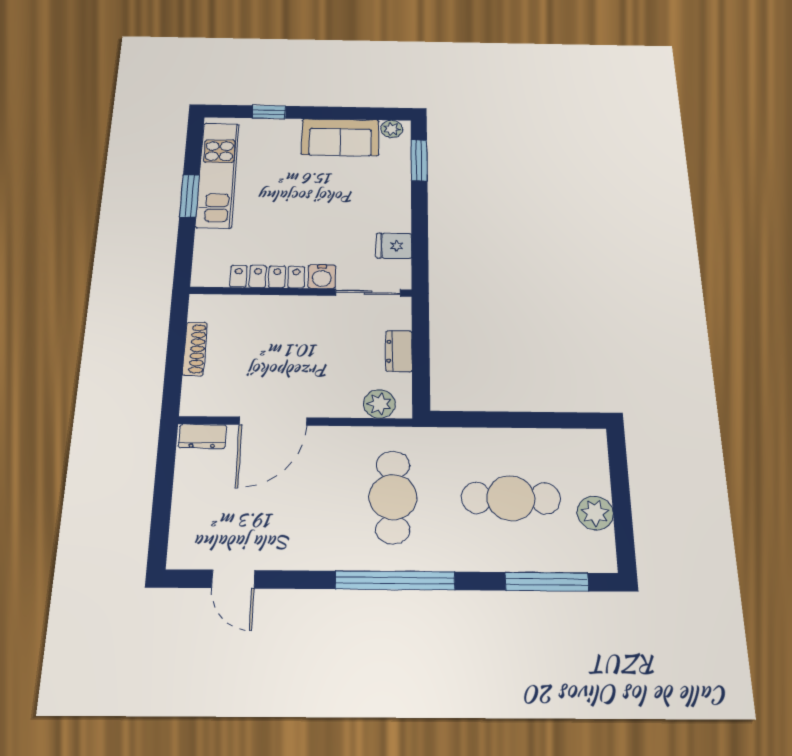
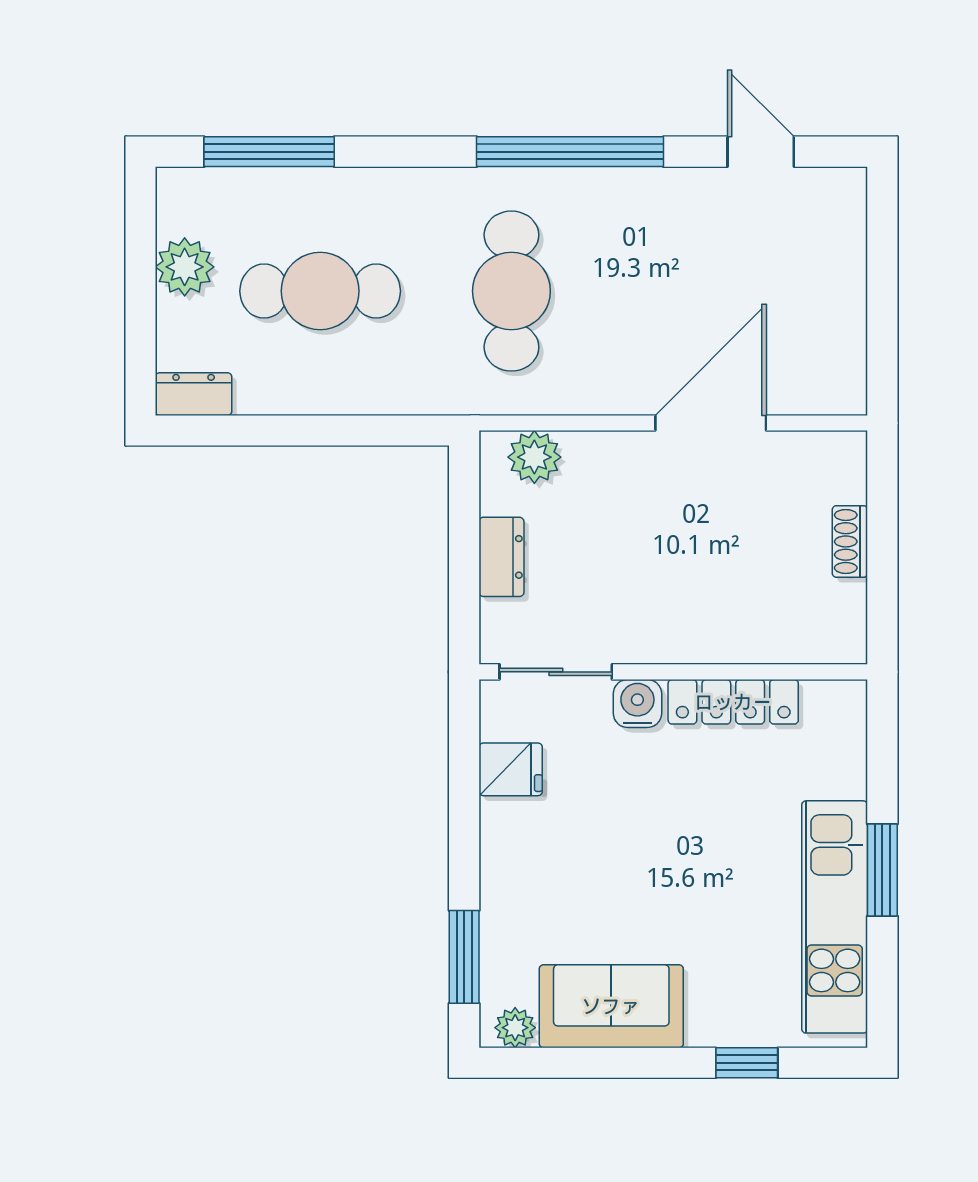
shoe rack: (195, 349) -> (850, 541), width x0.70
dresser: (202, 436) -> (194, 394), moved
window: (395, 580) -> (570, 152), moved

